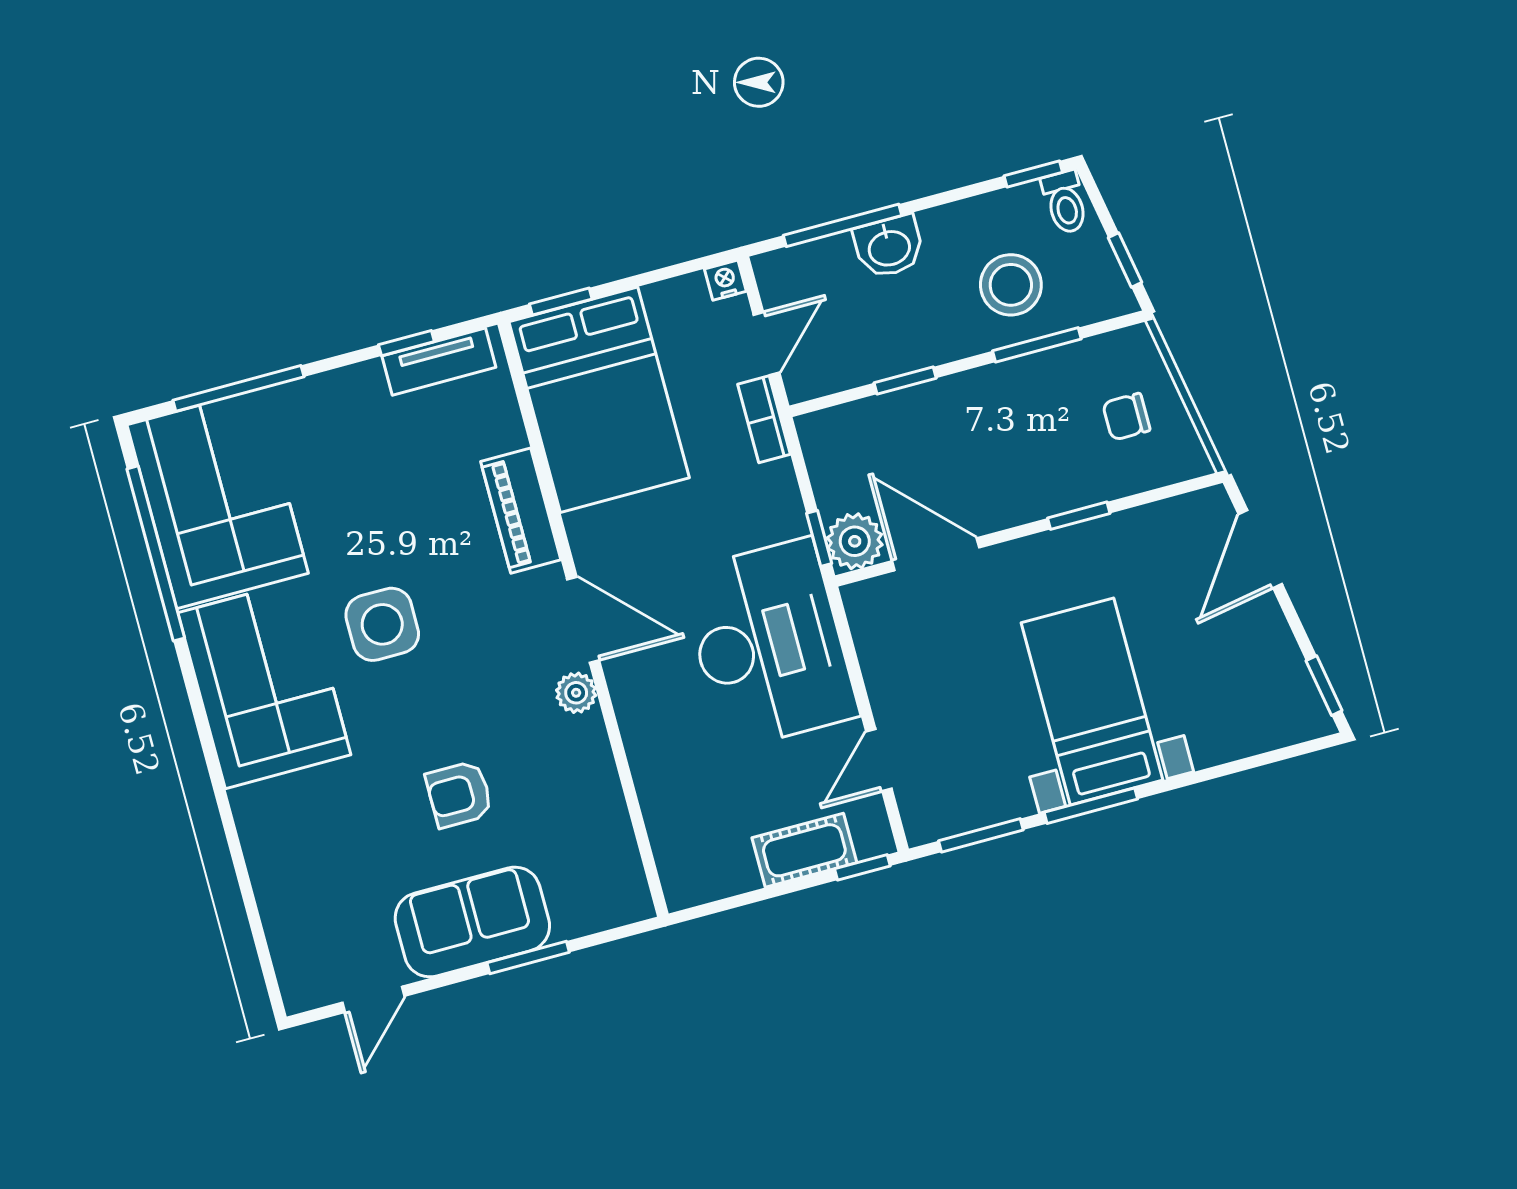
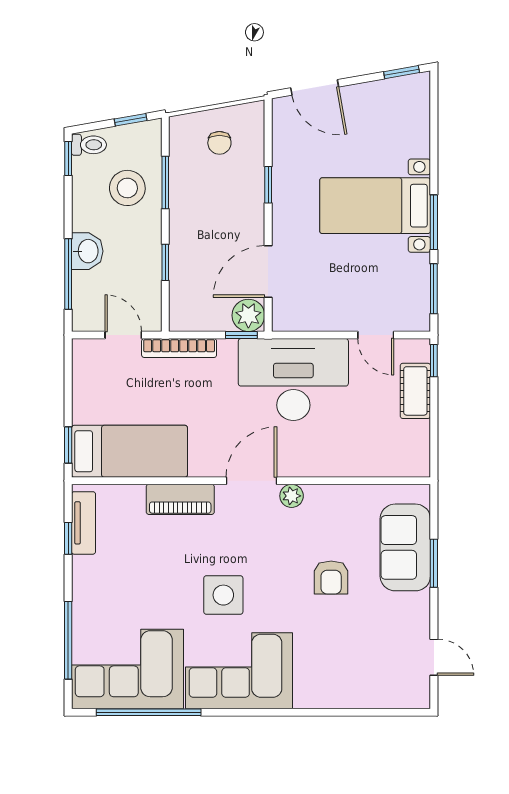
nightstand: (725, 280) -> (81, 349), removed
bed: (599, 400) -> (129, 451), width x0.67
bookcase: (764, 419) -> (179, 348), width x1.56
sofa: (472, 922) -> (405, 547), moved

